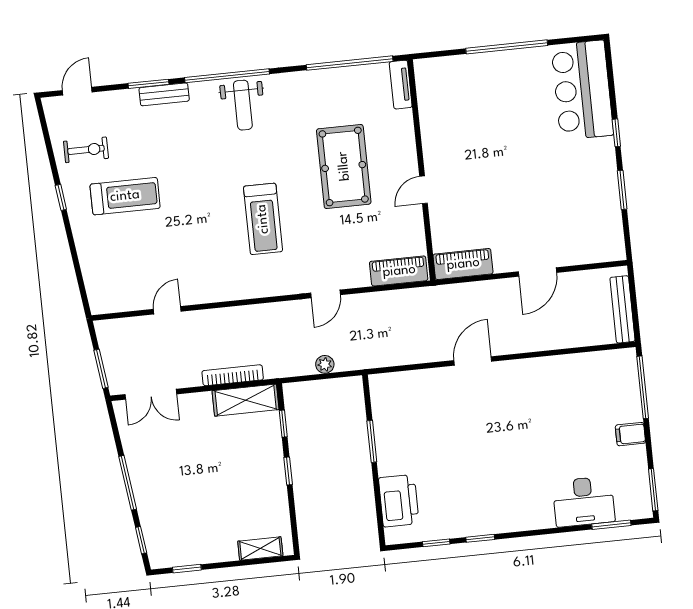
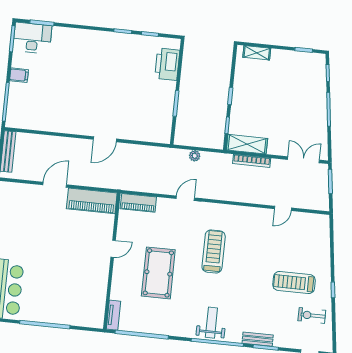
piano: (463, 264) -> (92, 201), width x1.37, depth x1.33
desk: (584, 502) -> (32, 38), moved

